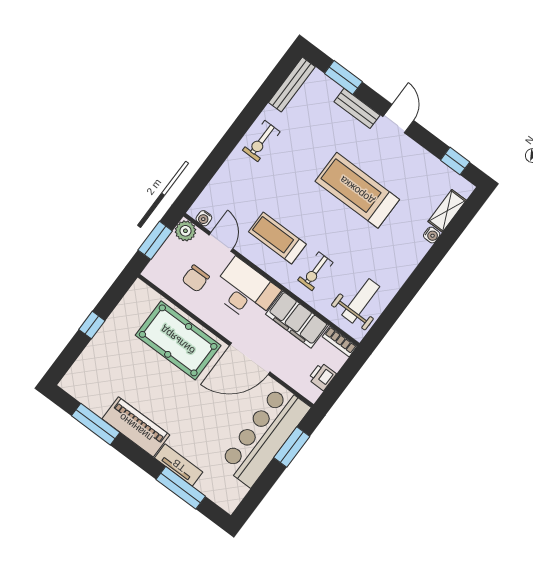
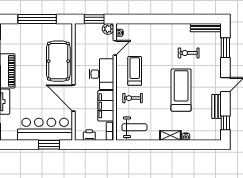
bench: (357, 108) -> (216, 106), moved
exercise bike: (261, 141) -> (189, 53), moved
shelving: (447, 211) -> (170, 135), moved
chair: (196, 279) -> (91, 49), removed
window: (92, 325) -> (37, 19), width x3.17

